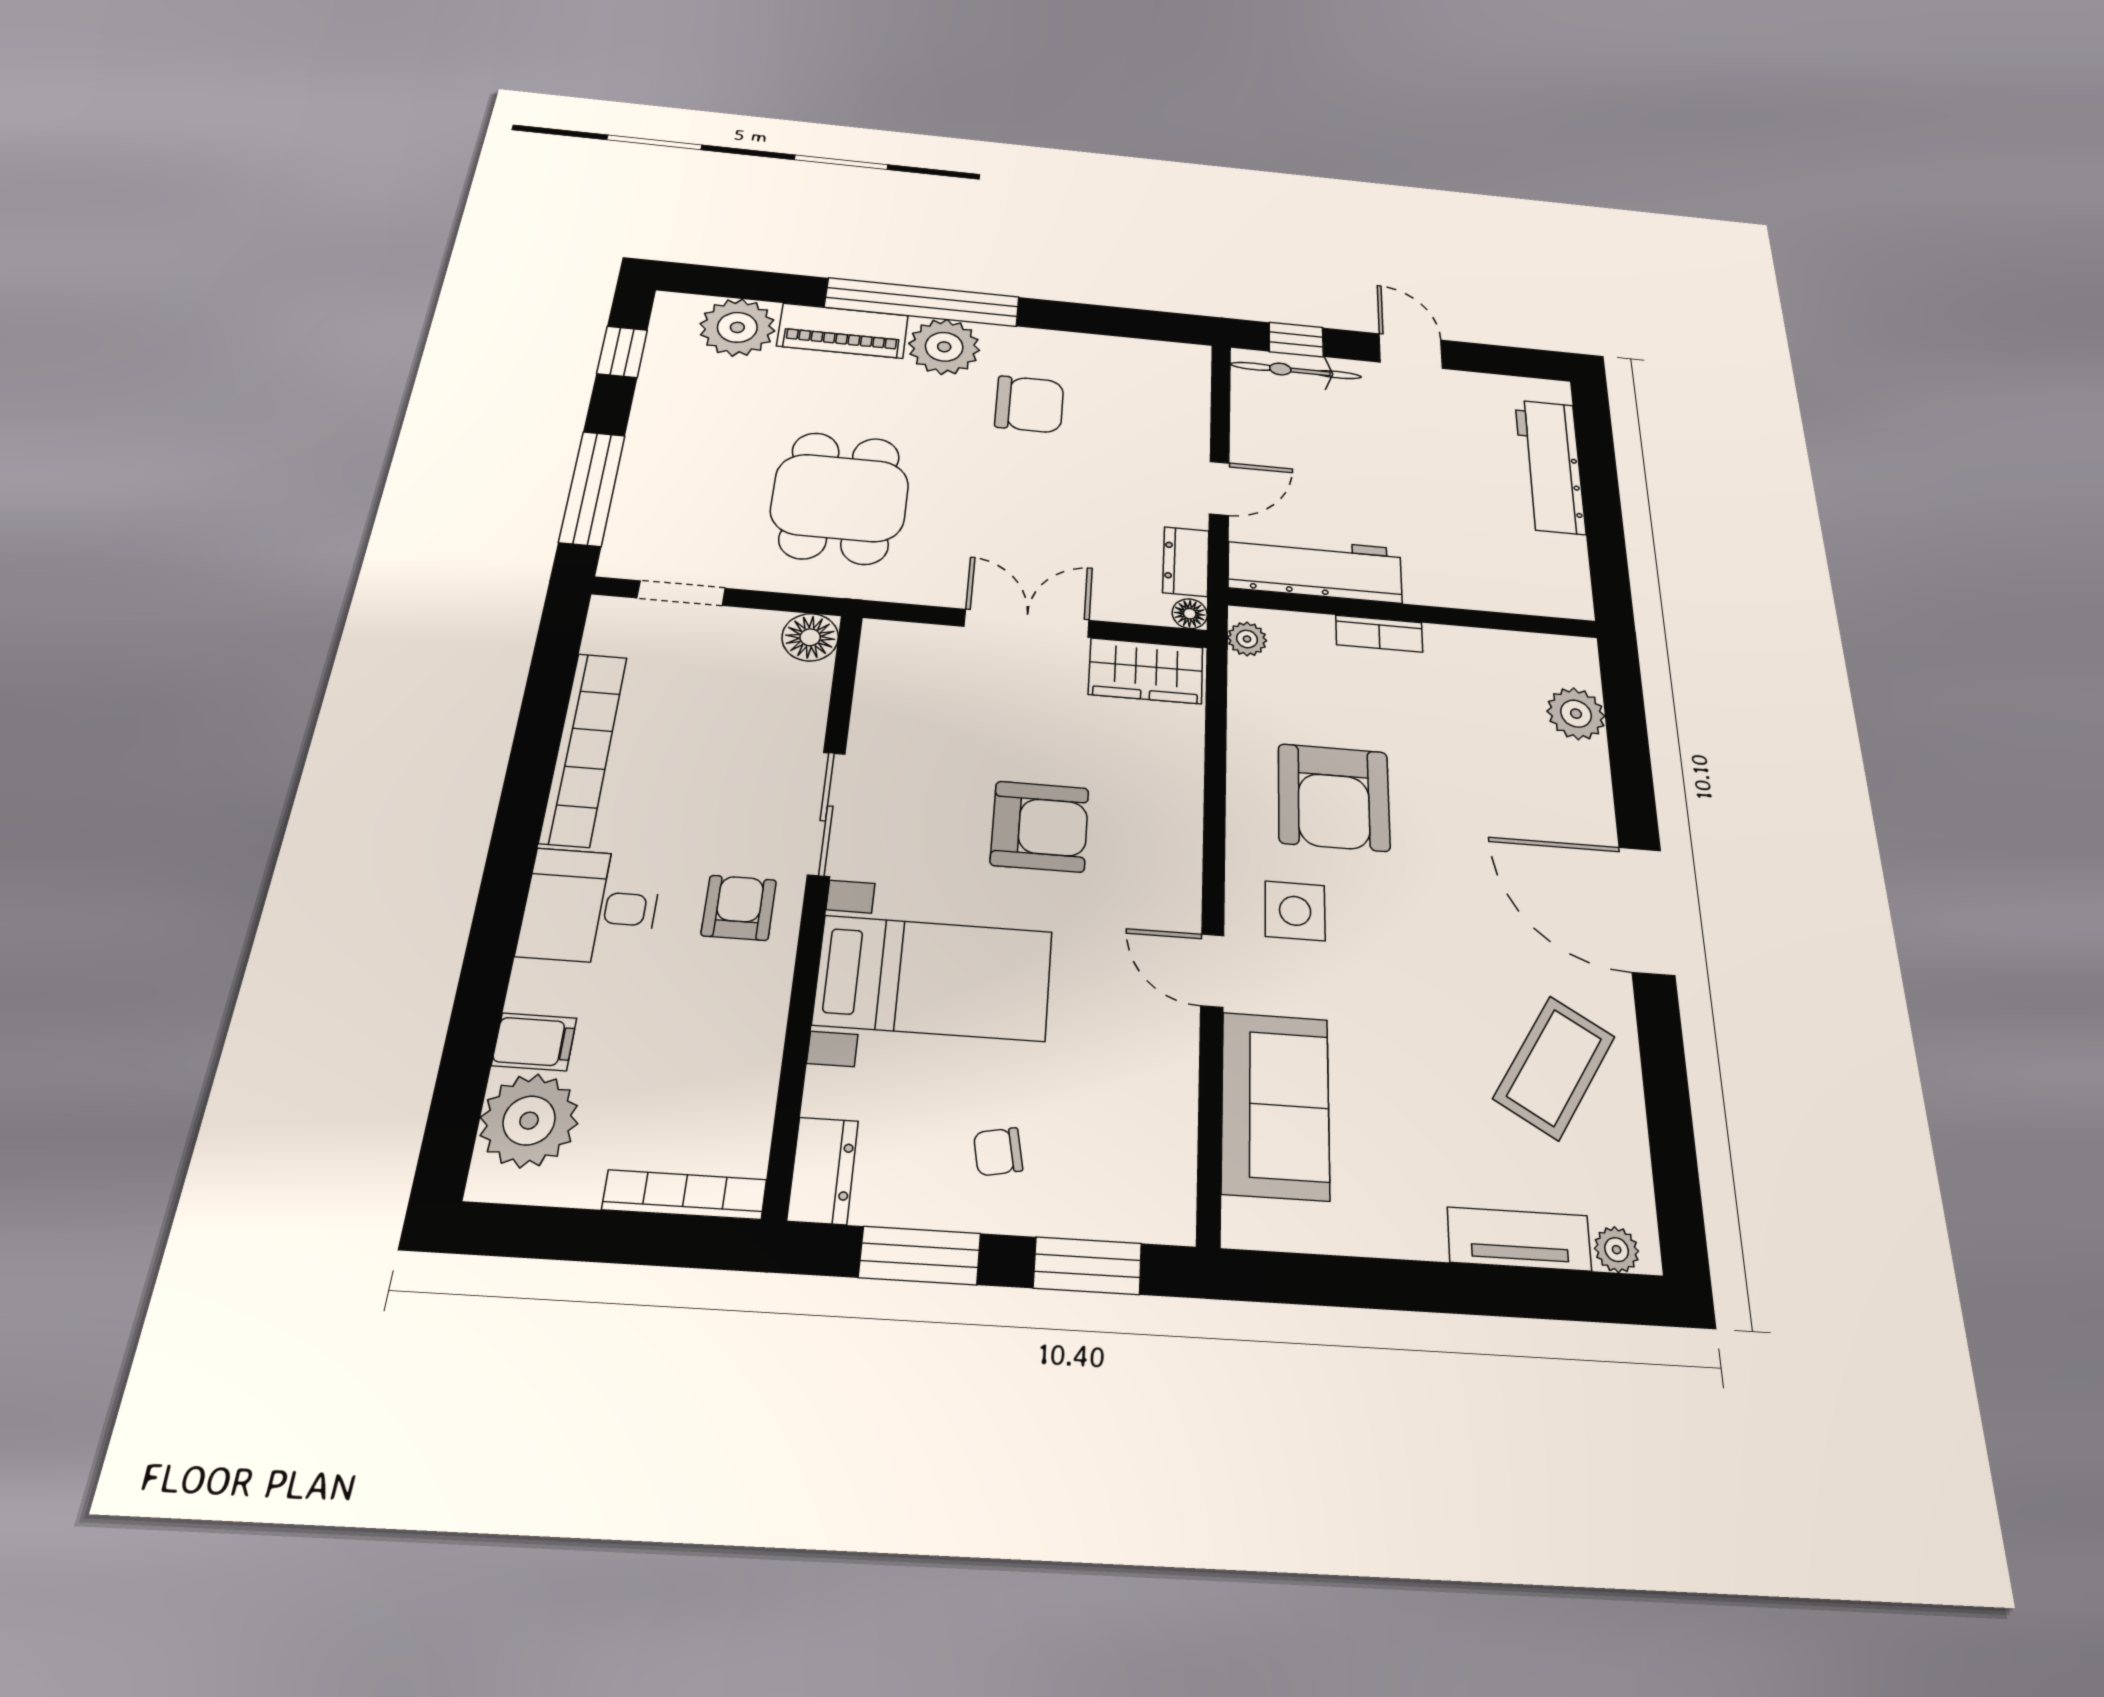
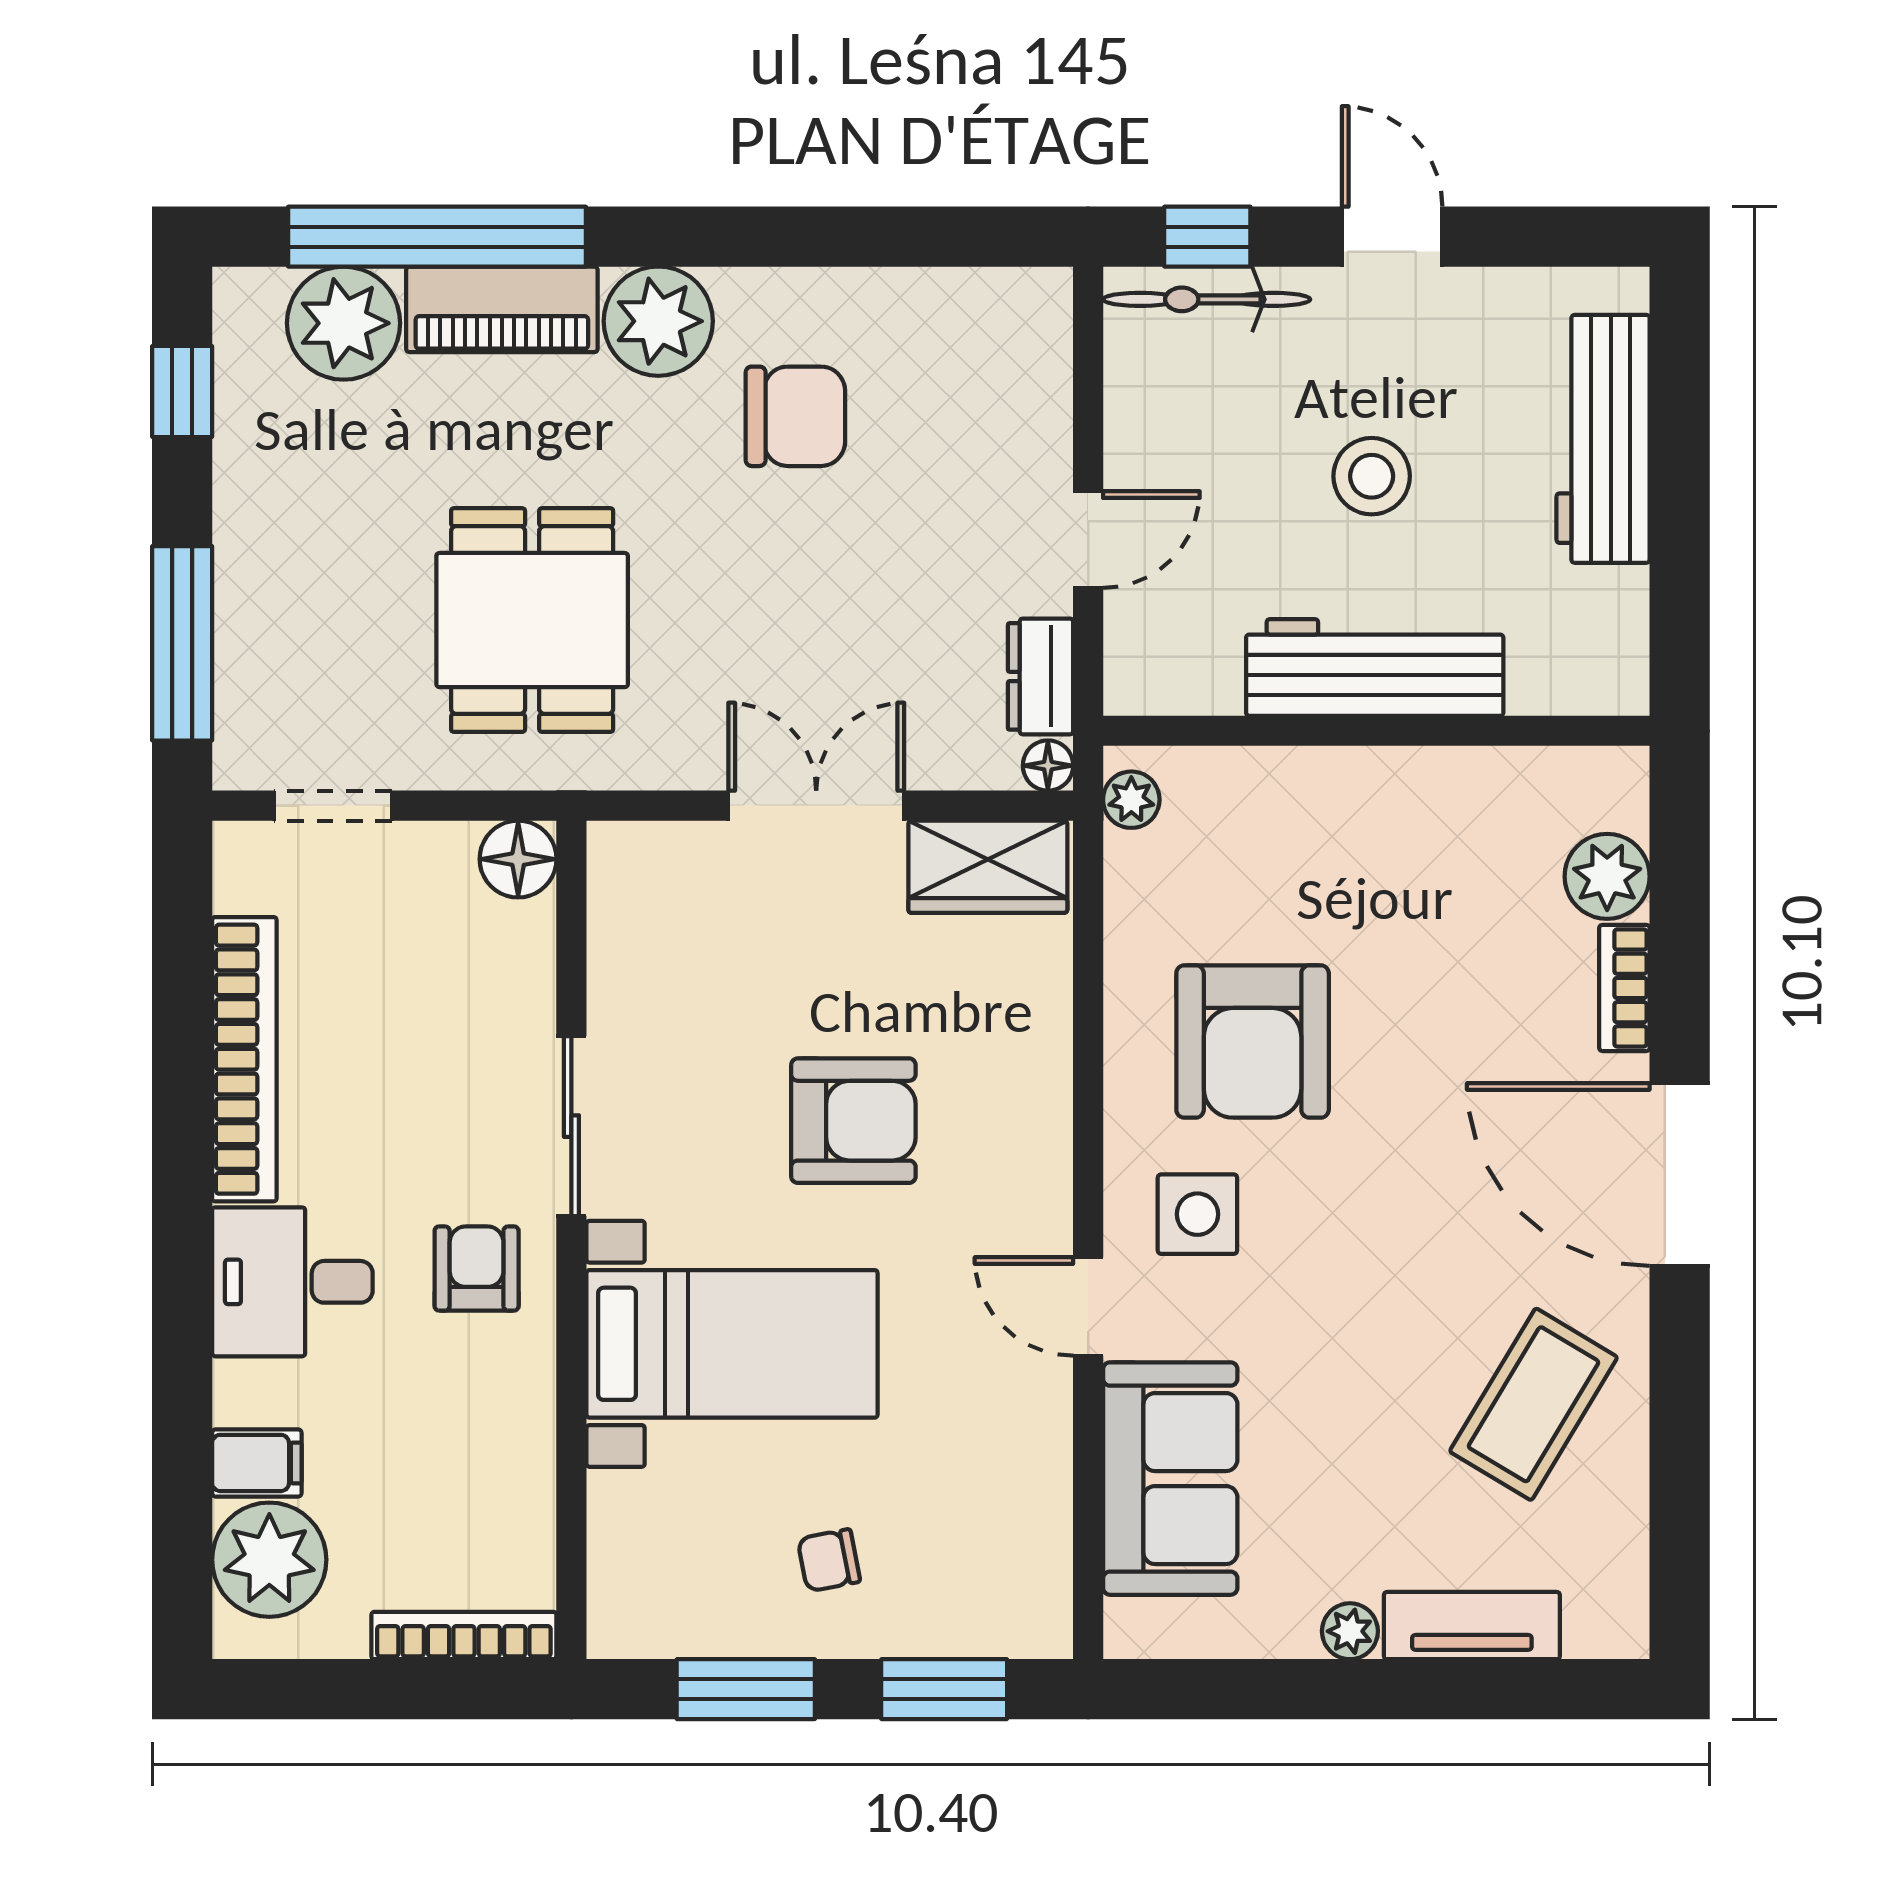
window: (922, 302) -> (437, 237), moved
stool: (1404, 472) -> (1372, 476), added
workbench: (1315, 568) -> (1375, 667), moved
bookcase: (1379, 634) -> (1624, 988), moved, turned 90
dresser: (823, 1171) -> (622, 1597), removed
plant: (1617, 1250) -> (1350, 1631), moved

